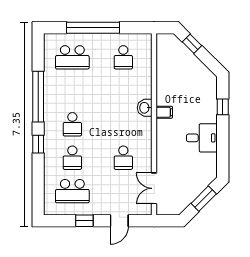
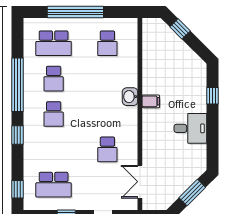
school desk: (72, 158) -> (54, 79), moved
window: (38, 195) -> (17, 189), added

